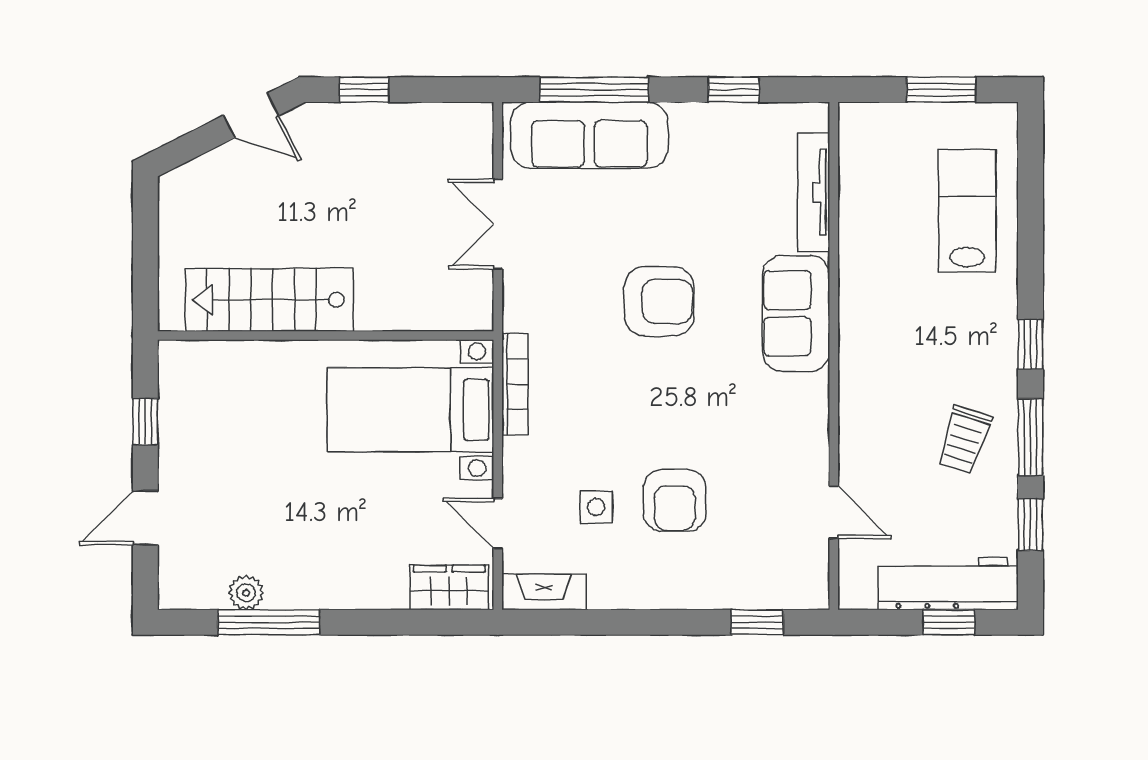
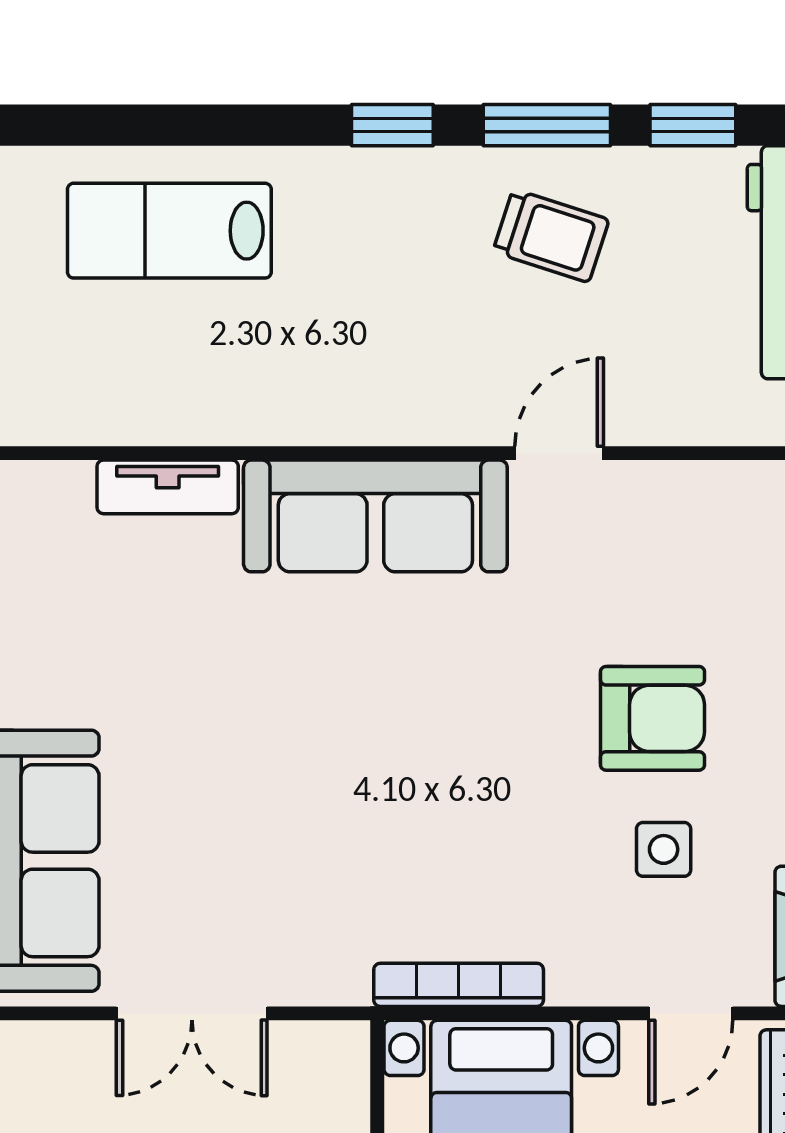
tv unit: (814, 192) -> (168, 487), width x0.71
armchair: (659, 301) -> (320, 745), removed
sofa: (796, 313) -> (375, 516), width x1.36
door: (834, 512) -> (559, 453), moved

